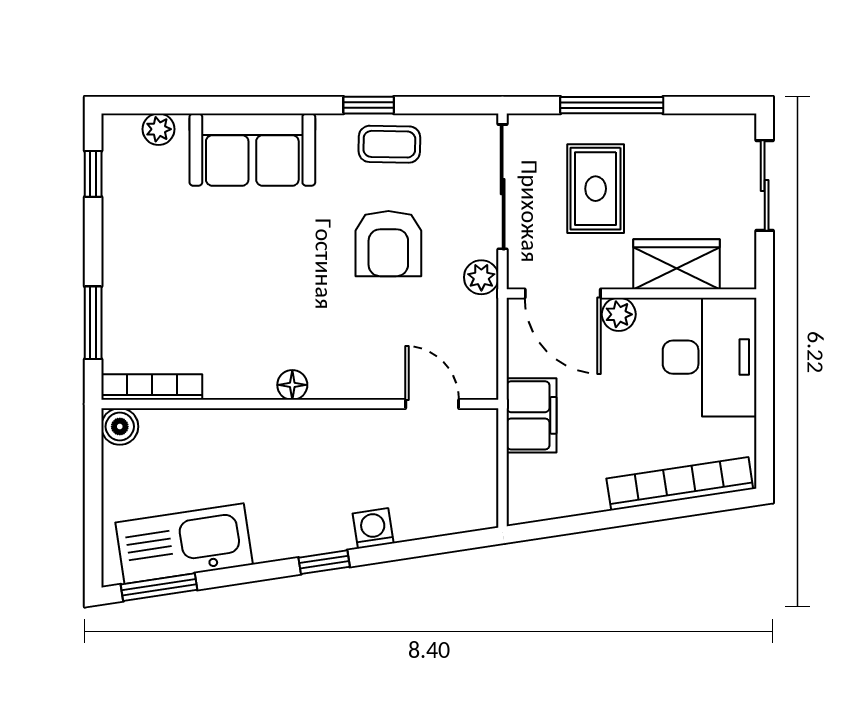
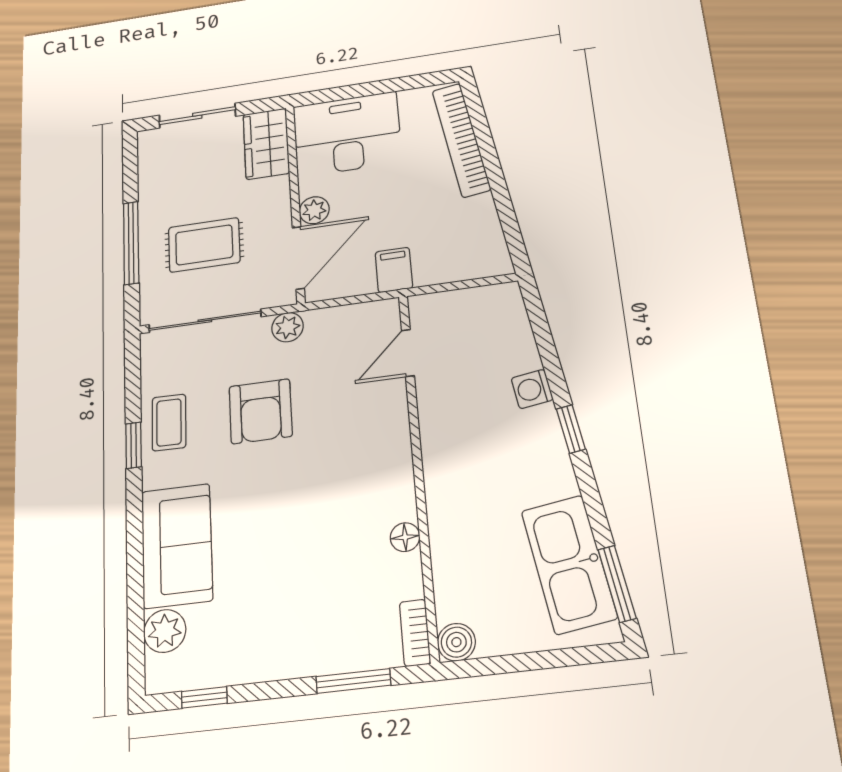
plant: (159, 129) -> (165, 631), width x1.38, depth x1.38
armchair: (388, 244) -> (261, 411), turned 90
wardrobe: (676, 264) -> (266, 144), moved
floor lamp: (292, 385) -> (405, 537), moved
bookcase: (152, 387) -> (415, 633), width x0.64
filing cabinet: (532, 415) -> (394, 270), width x0.50

